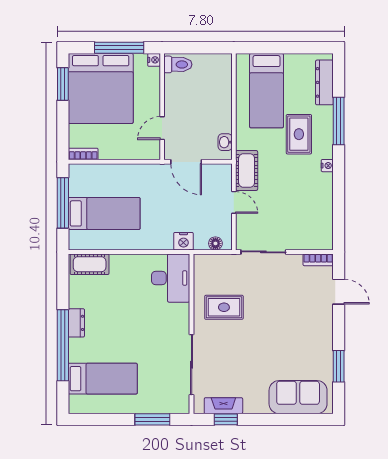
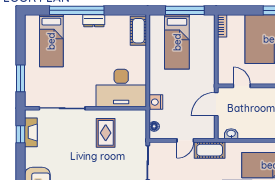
desk: (171, 278) -> (121, 88), width x1.36, depth x1.30

